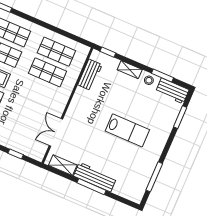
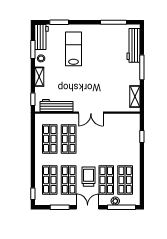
workbench: (90, 75) -> (56, 106), width x1.38
lab bench: (127, 130) -> (74, 49), moved
double door: (56, 132) -> (91, 113), moved
workbench: (95, 177) -> (133, 45), moved

